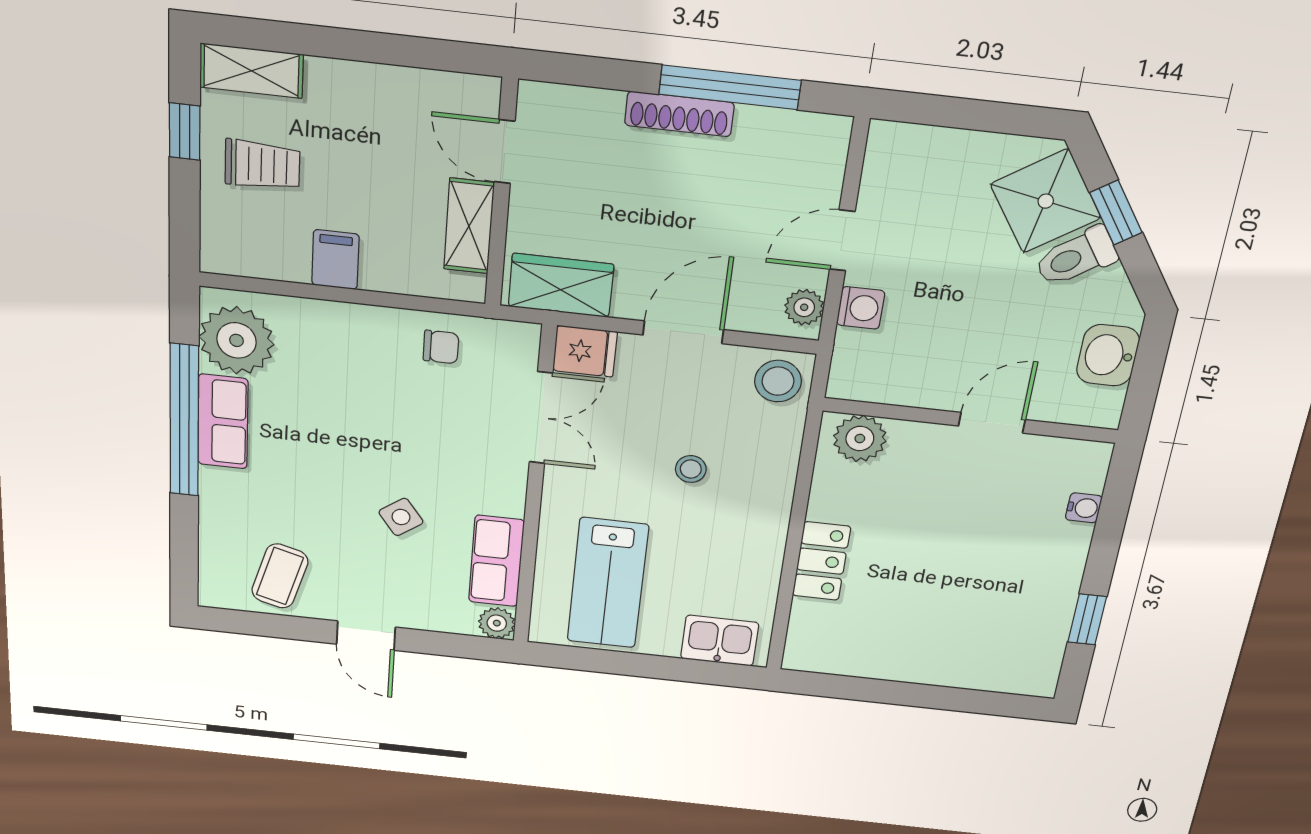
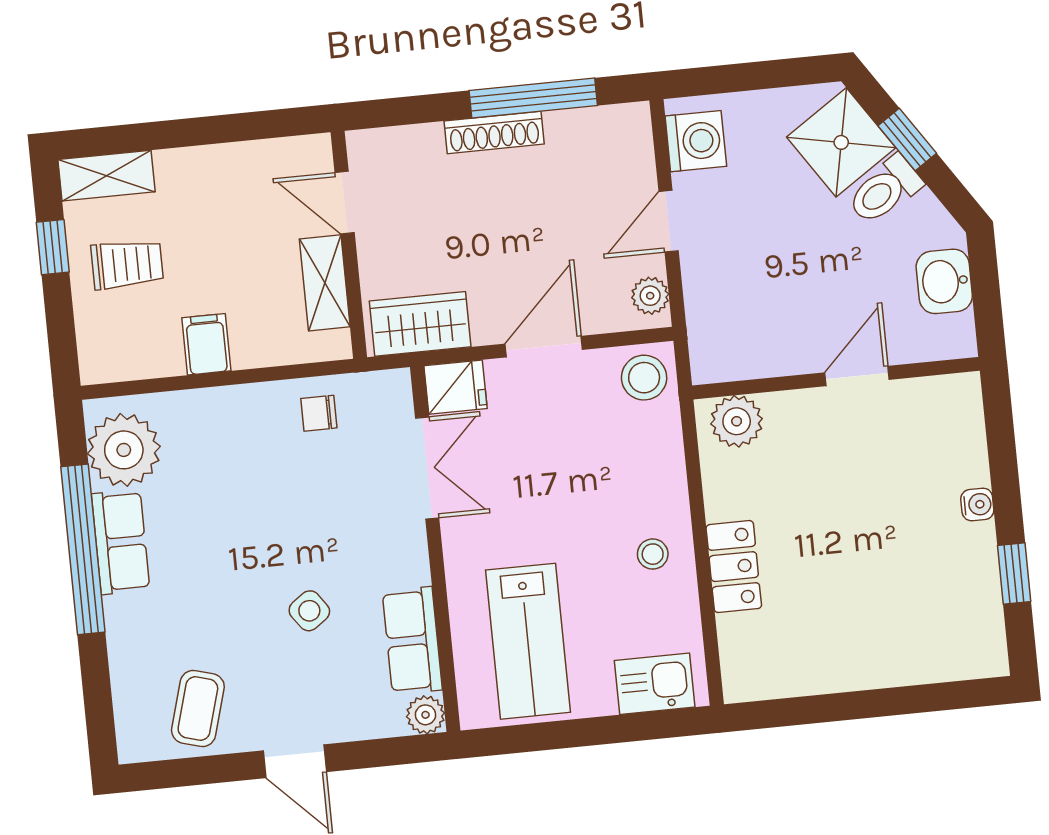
washing machine: (861, 308) -> (696, 141), moved, width x1.38, depth x1.38
chair: (441, 347) -> (319, 413), turned 180
stool: (691, 469) -> (653, 554), moved
water cooler: (1084, 508) -> (977, 504), moved

